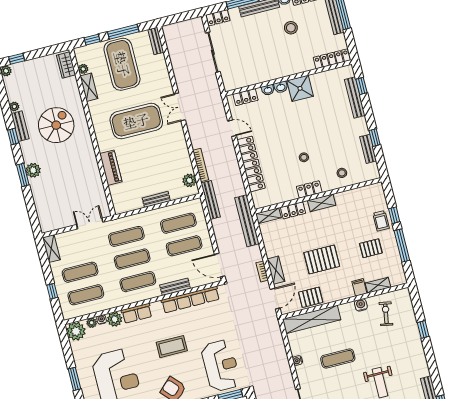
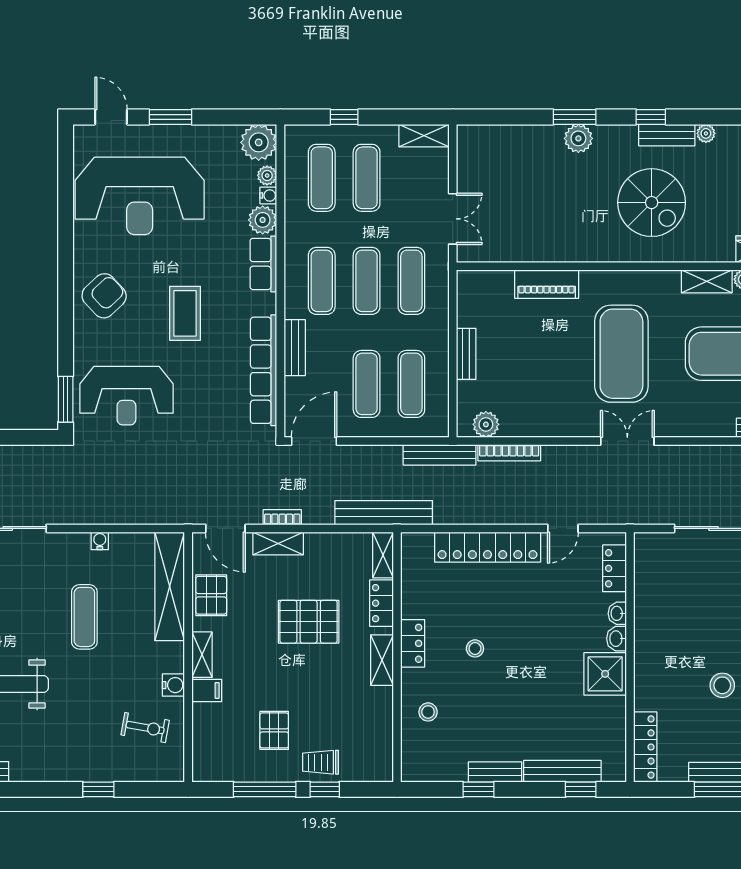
bench: (368, 149) -> (495, 772), moved
pallet: (322, 259) -> (309, 622), moved, turned 90
shelving: (378, 285) -> (202, 655), moved

